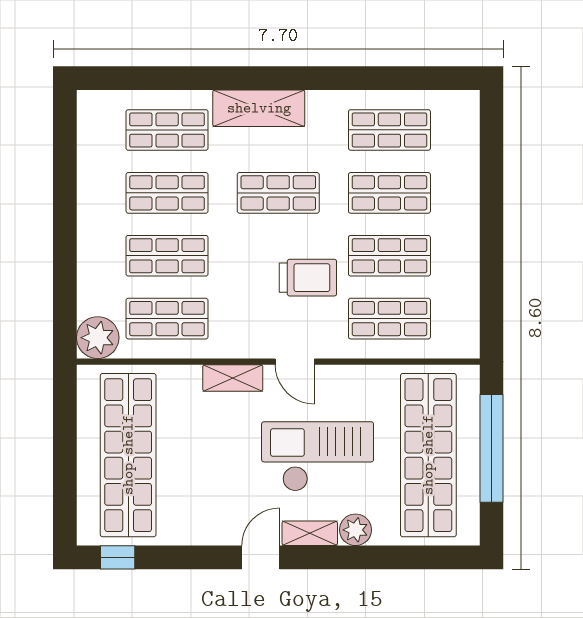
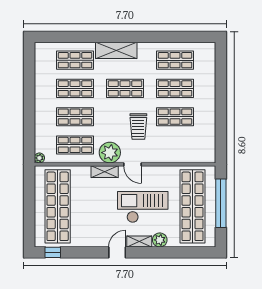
trolley: (308, 278) -> (138, 127), turned 90
shop shelf: (389, 319) -> (175, 145), removed
plant: (244, 335) -> (110, 153), added
plant: (98, 338) -> (39, 158), width x0.53, depth x0.53

